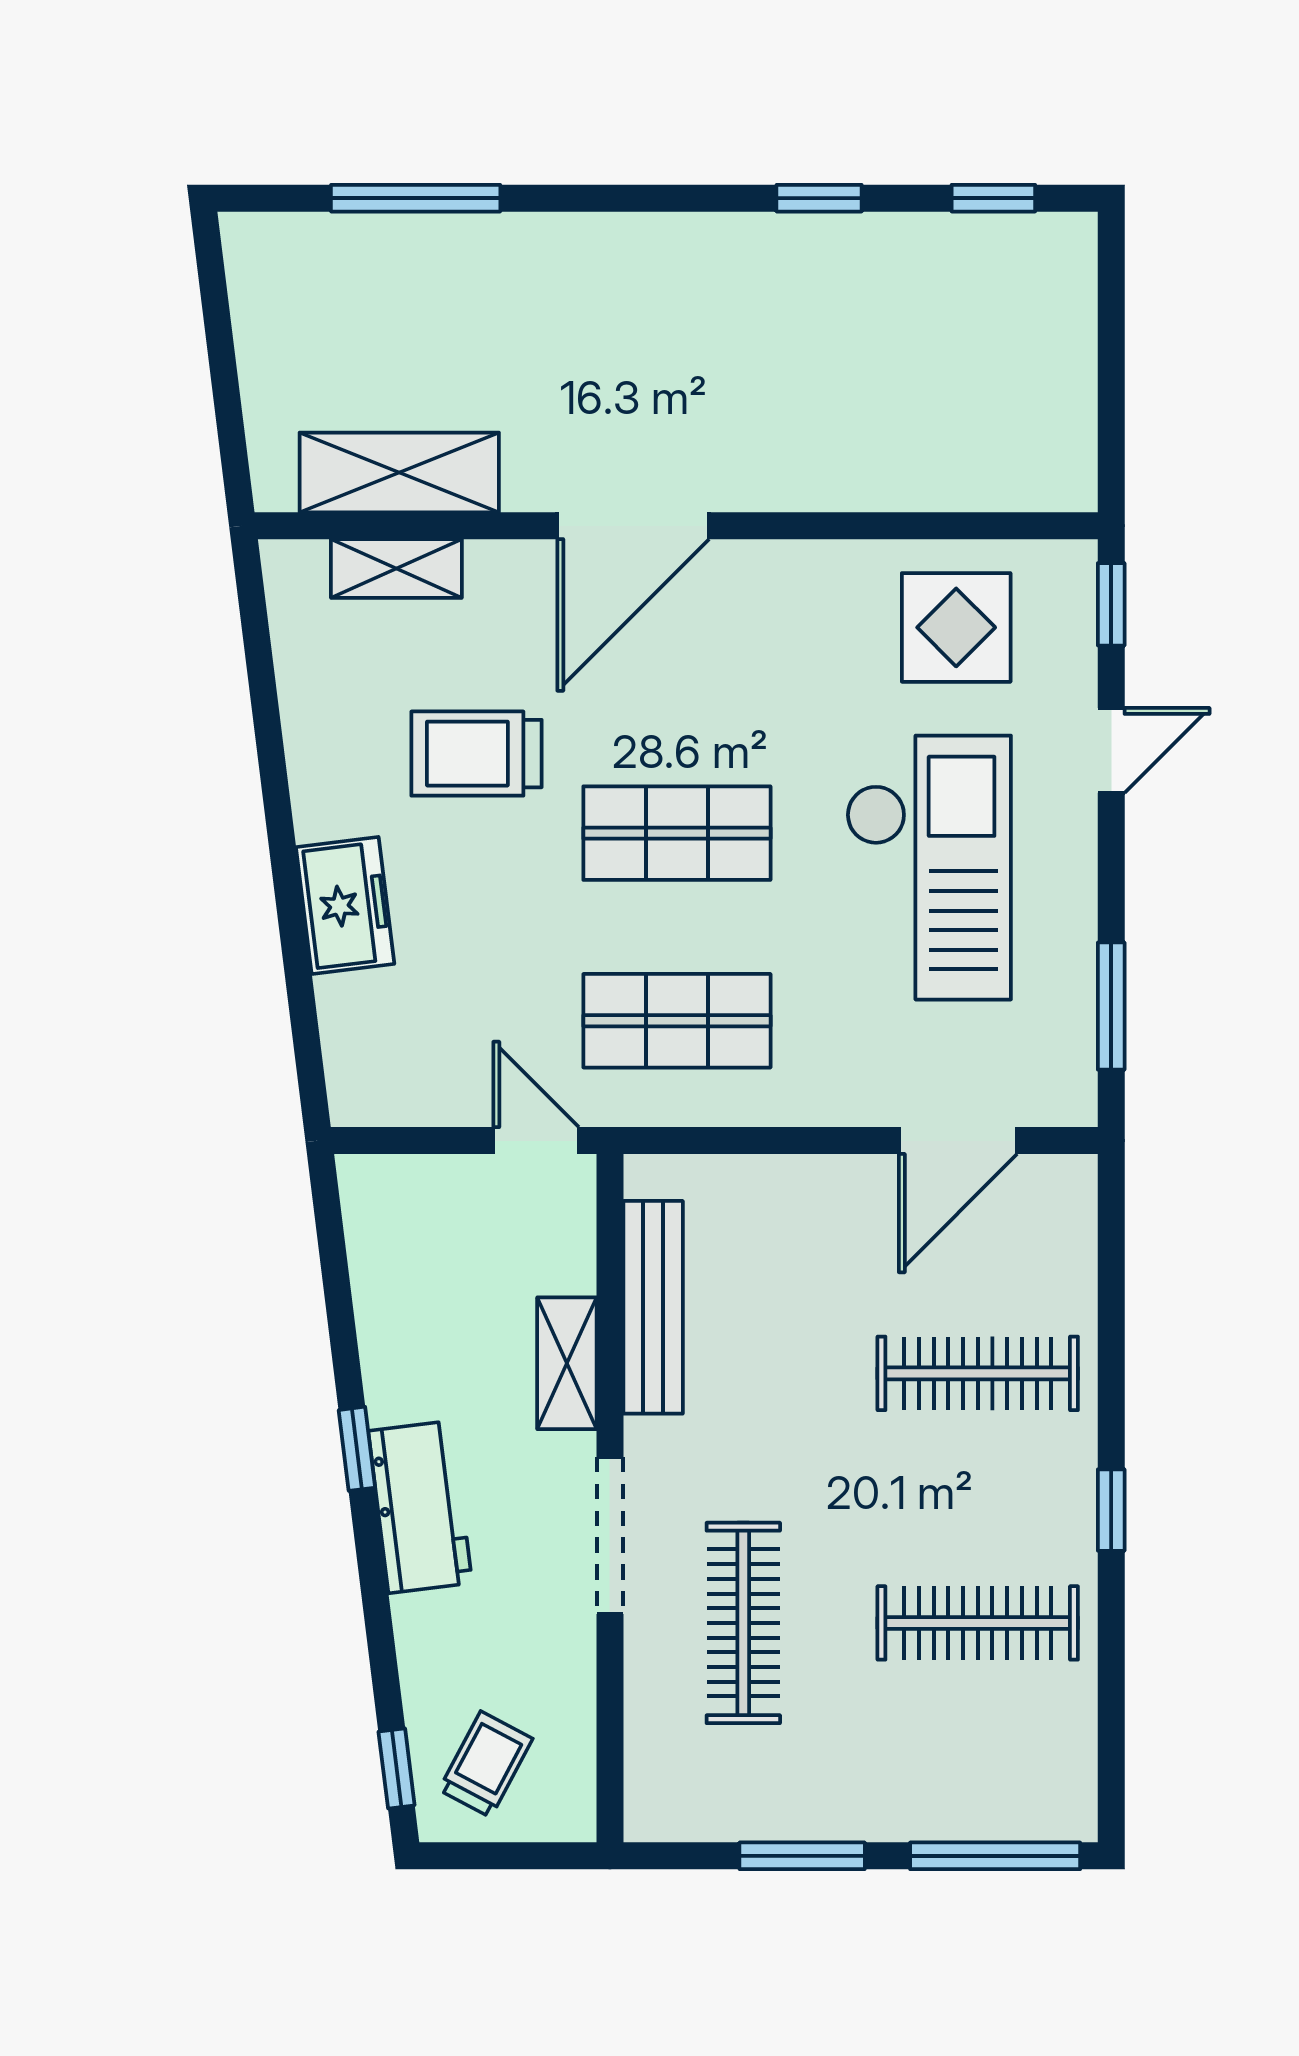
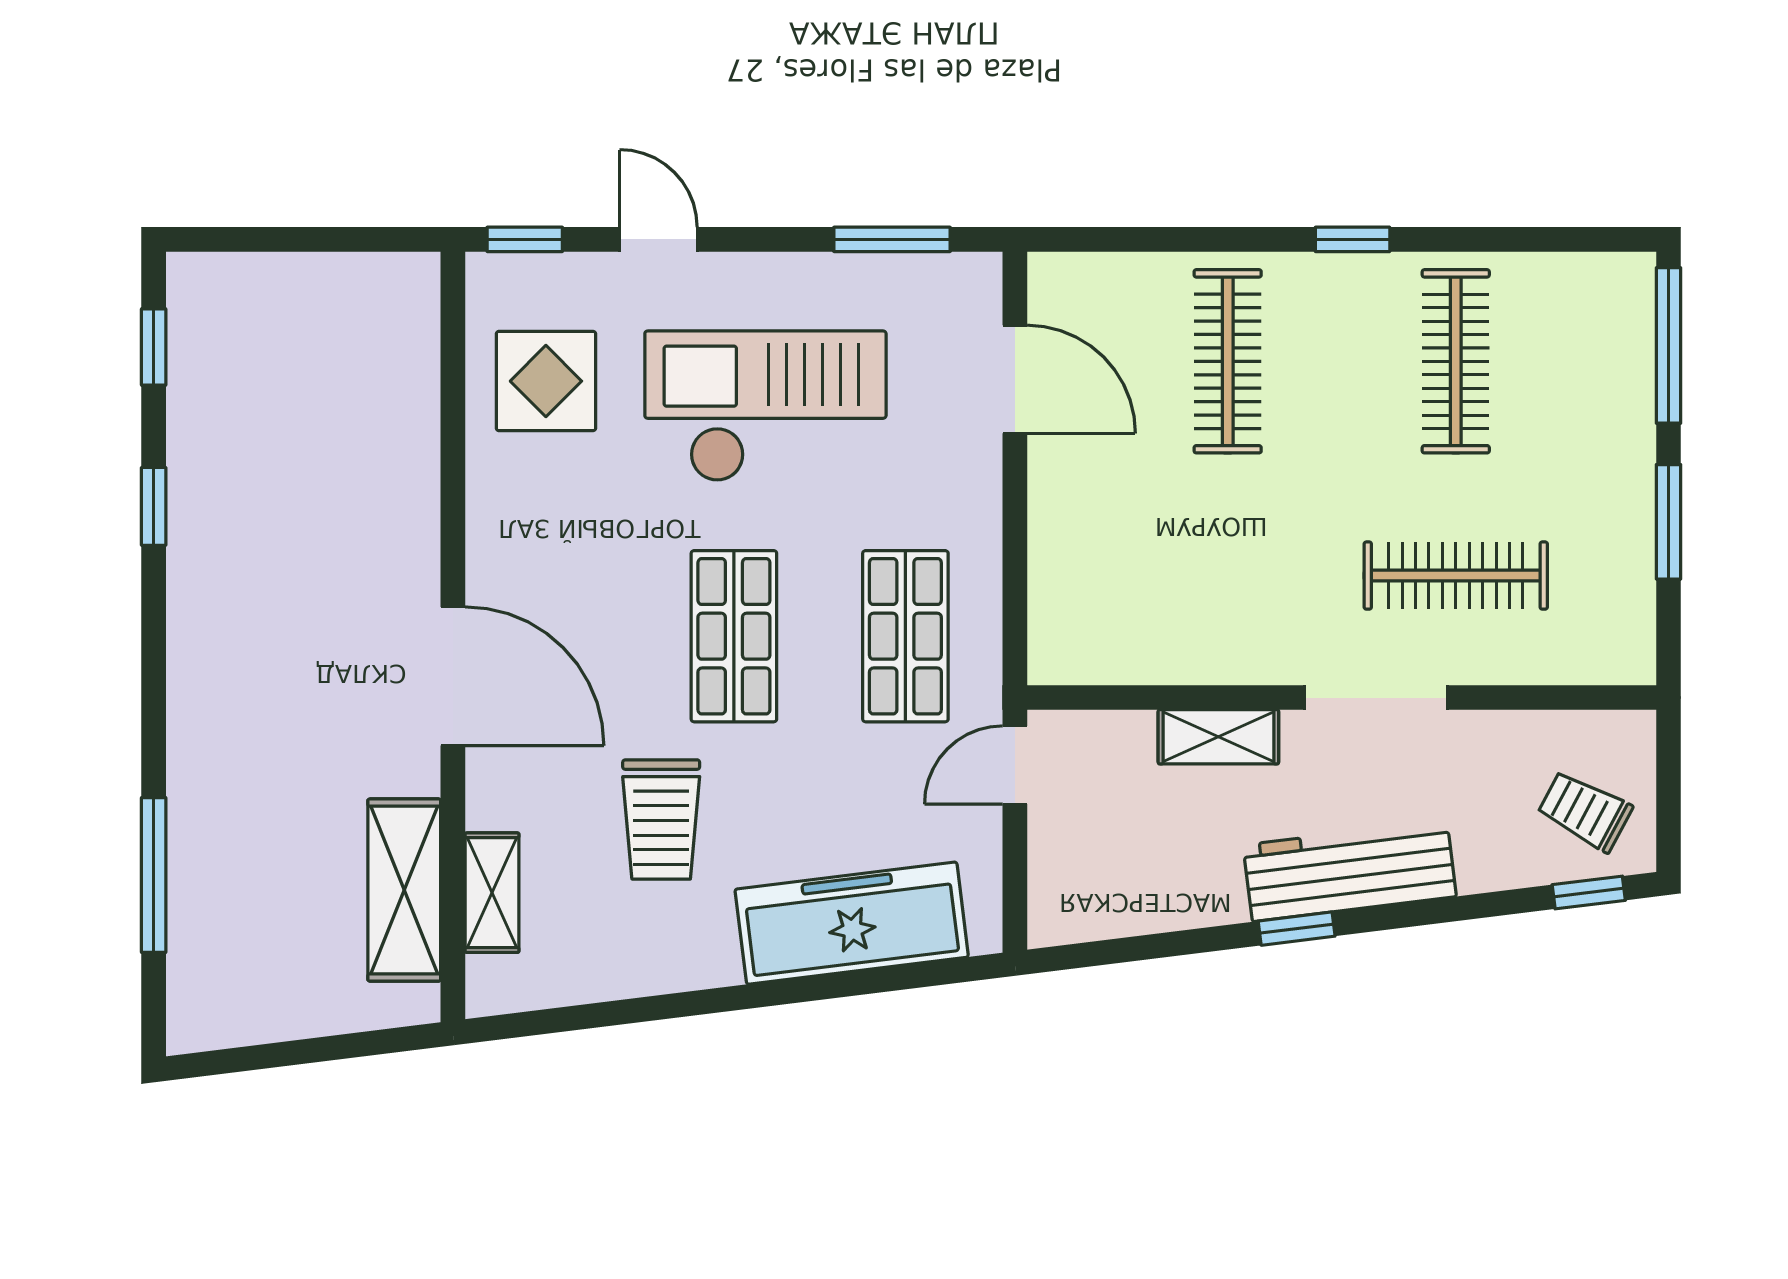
freezer: (345, 905) -> (852, 923), width x1.91, depth x1.26
bench: (653, 1307) -> (1167, 658), removed
workbench: (420, 1507) -> (1350, 871), width x1.38

